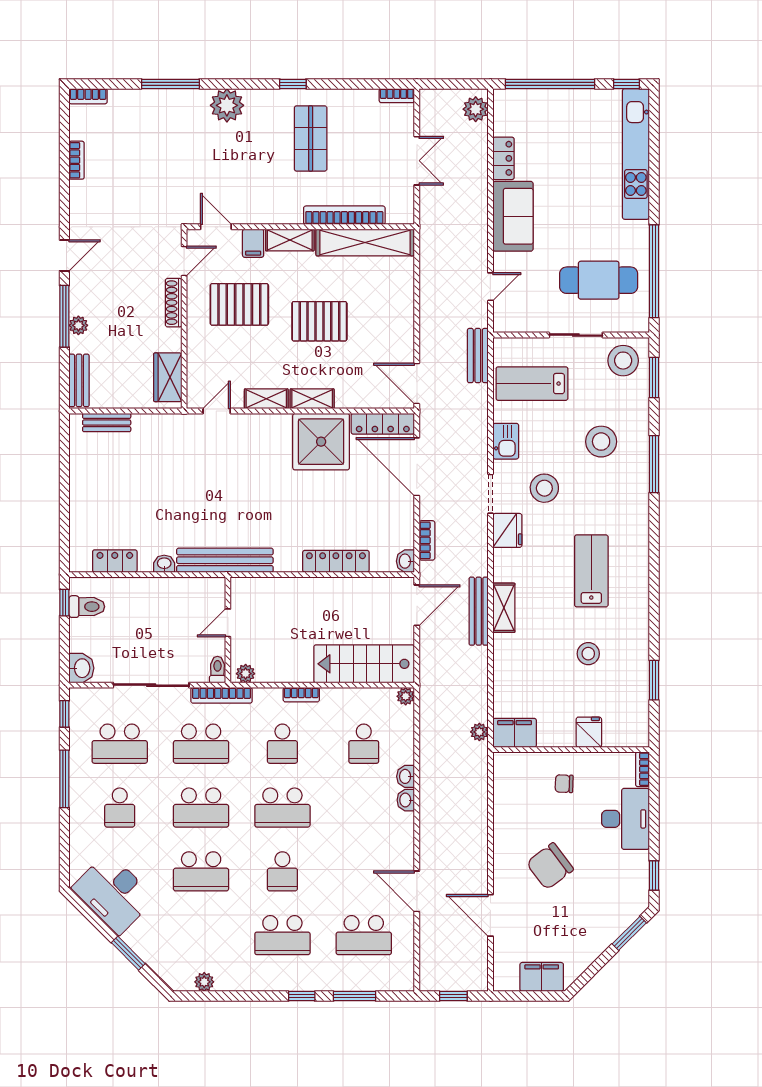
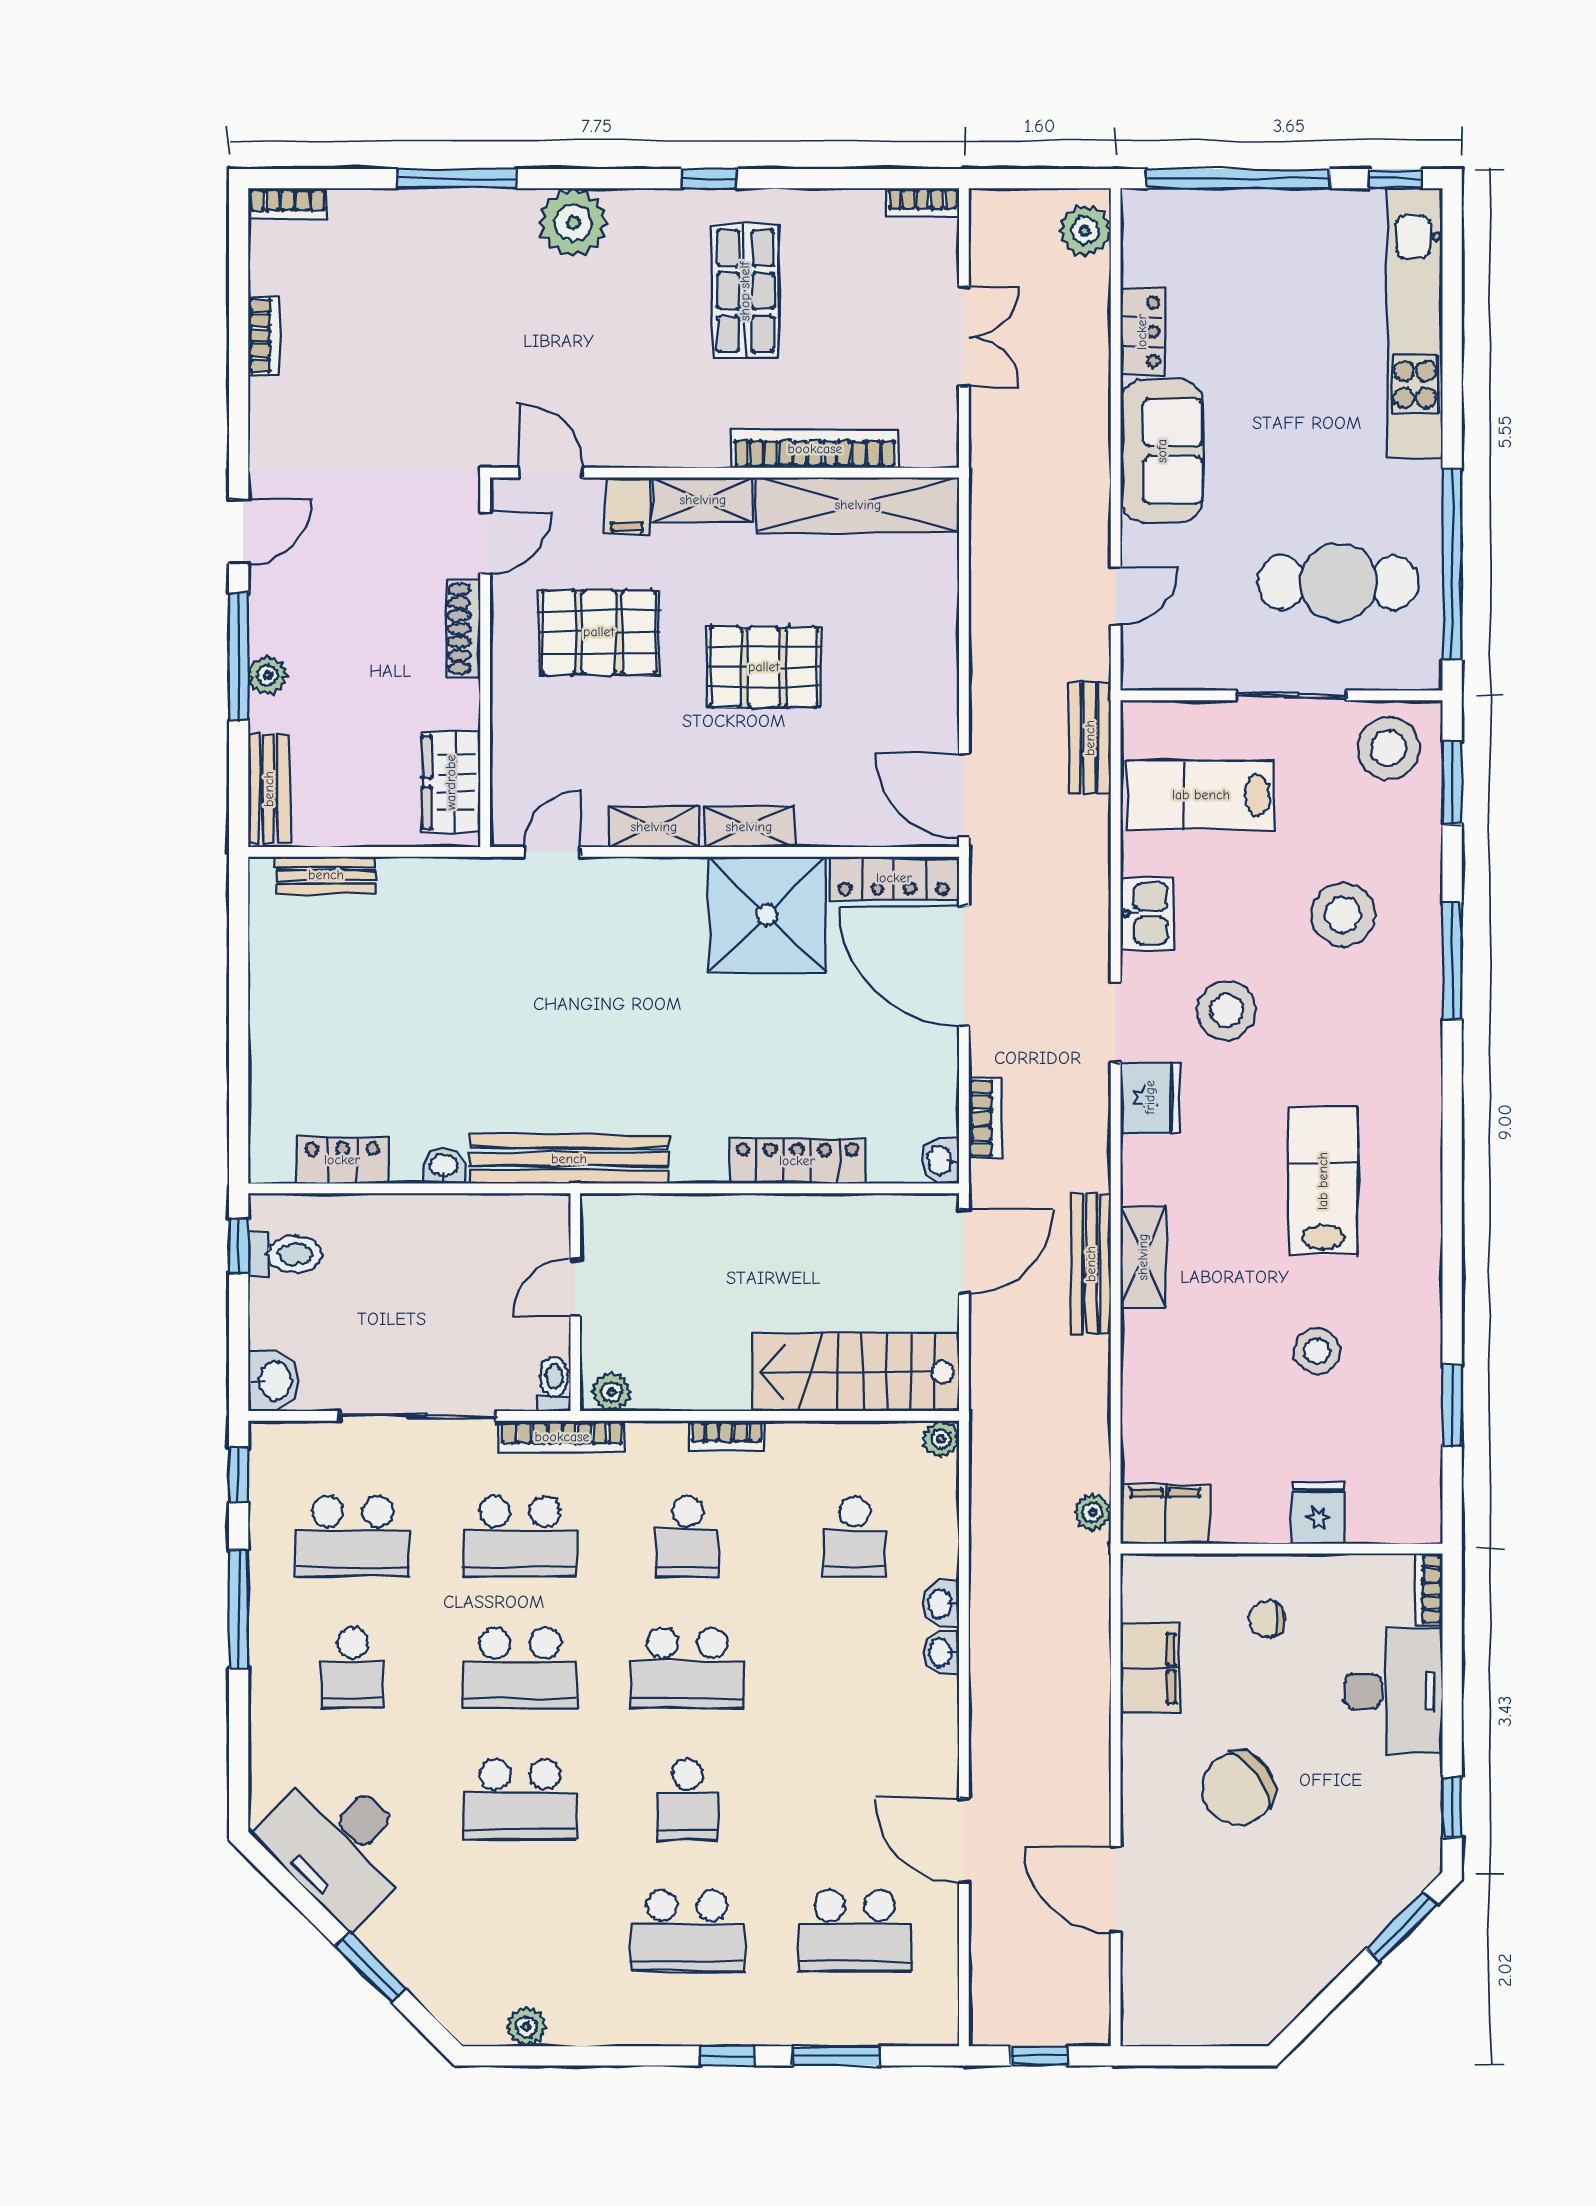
filing cabinet: (542, 977) -> (1150, 1668), moved, turned 90

